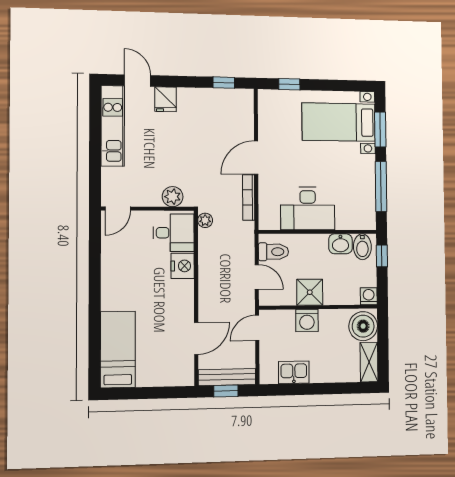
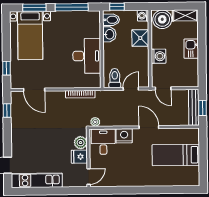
fridge: (166, 99) -> (79, 157), moved, turned 180
door: (256, 158) -> (34, 90), moved
door: (118, 209) -> (89, 177), hinge flipped
shower: (310, 292) -> (140, 38), moved
door: (196, 338) -> (149, 127), moved
bed: (118, 350) -> (176, 155), moved
kitchen sink: (294, 372) -> (191, 49), moved

